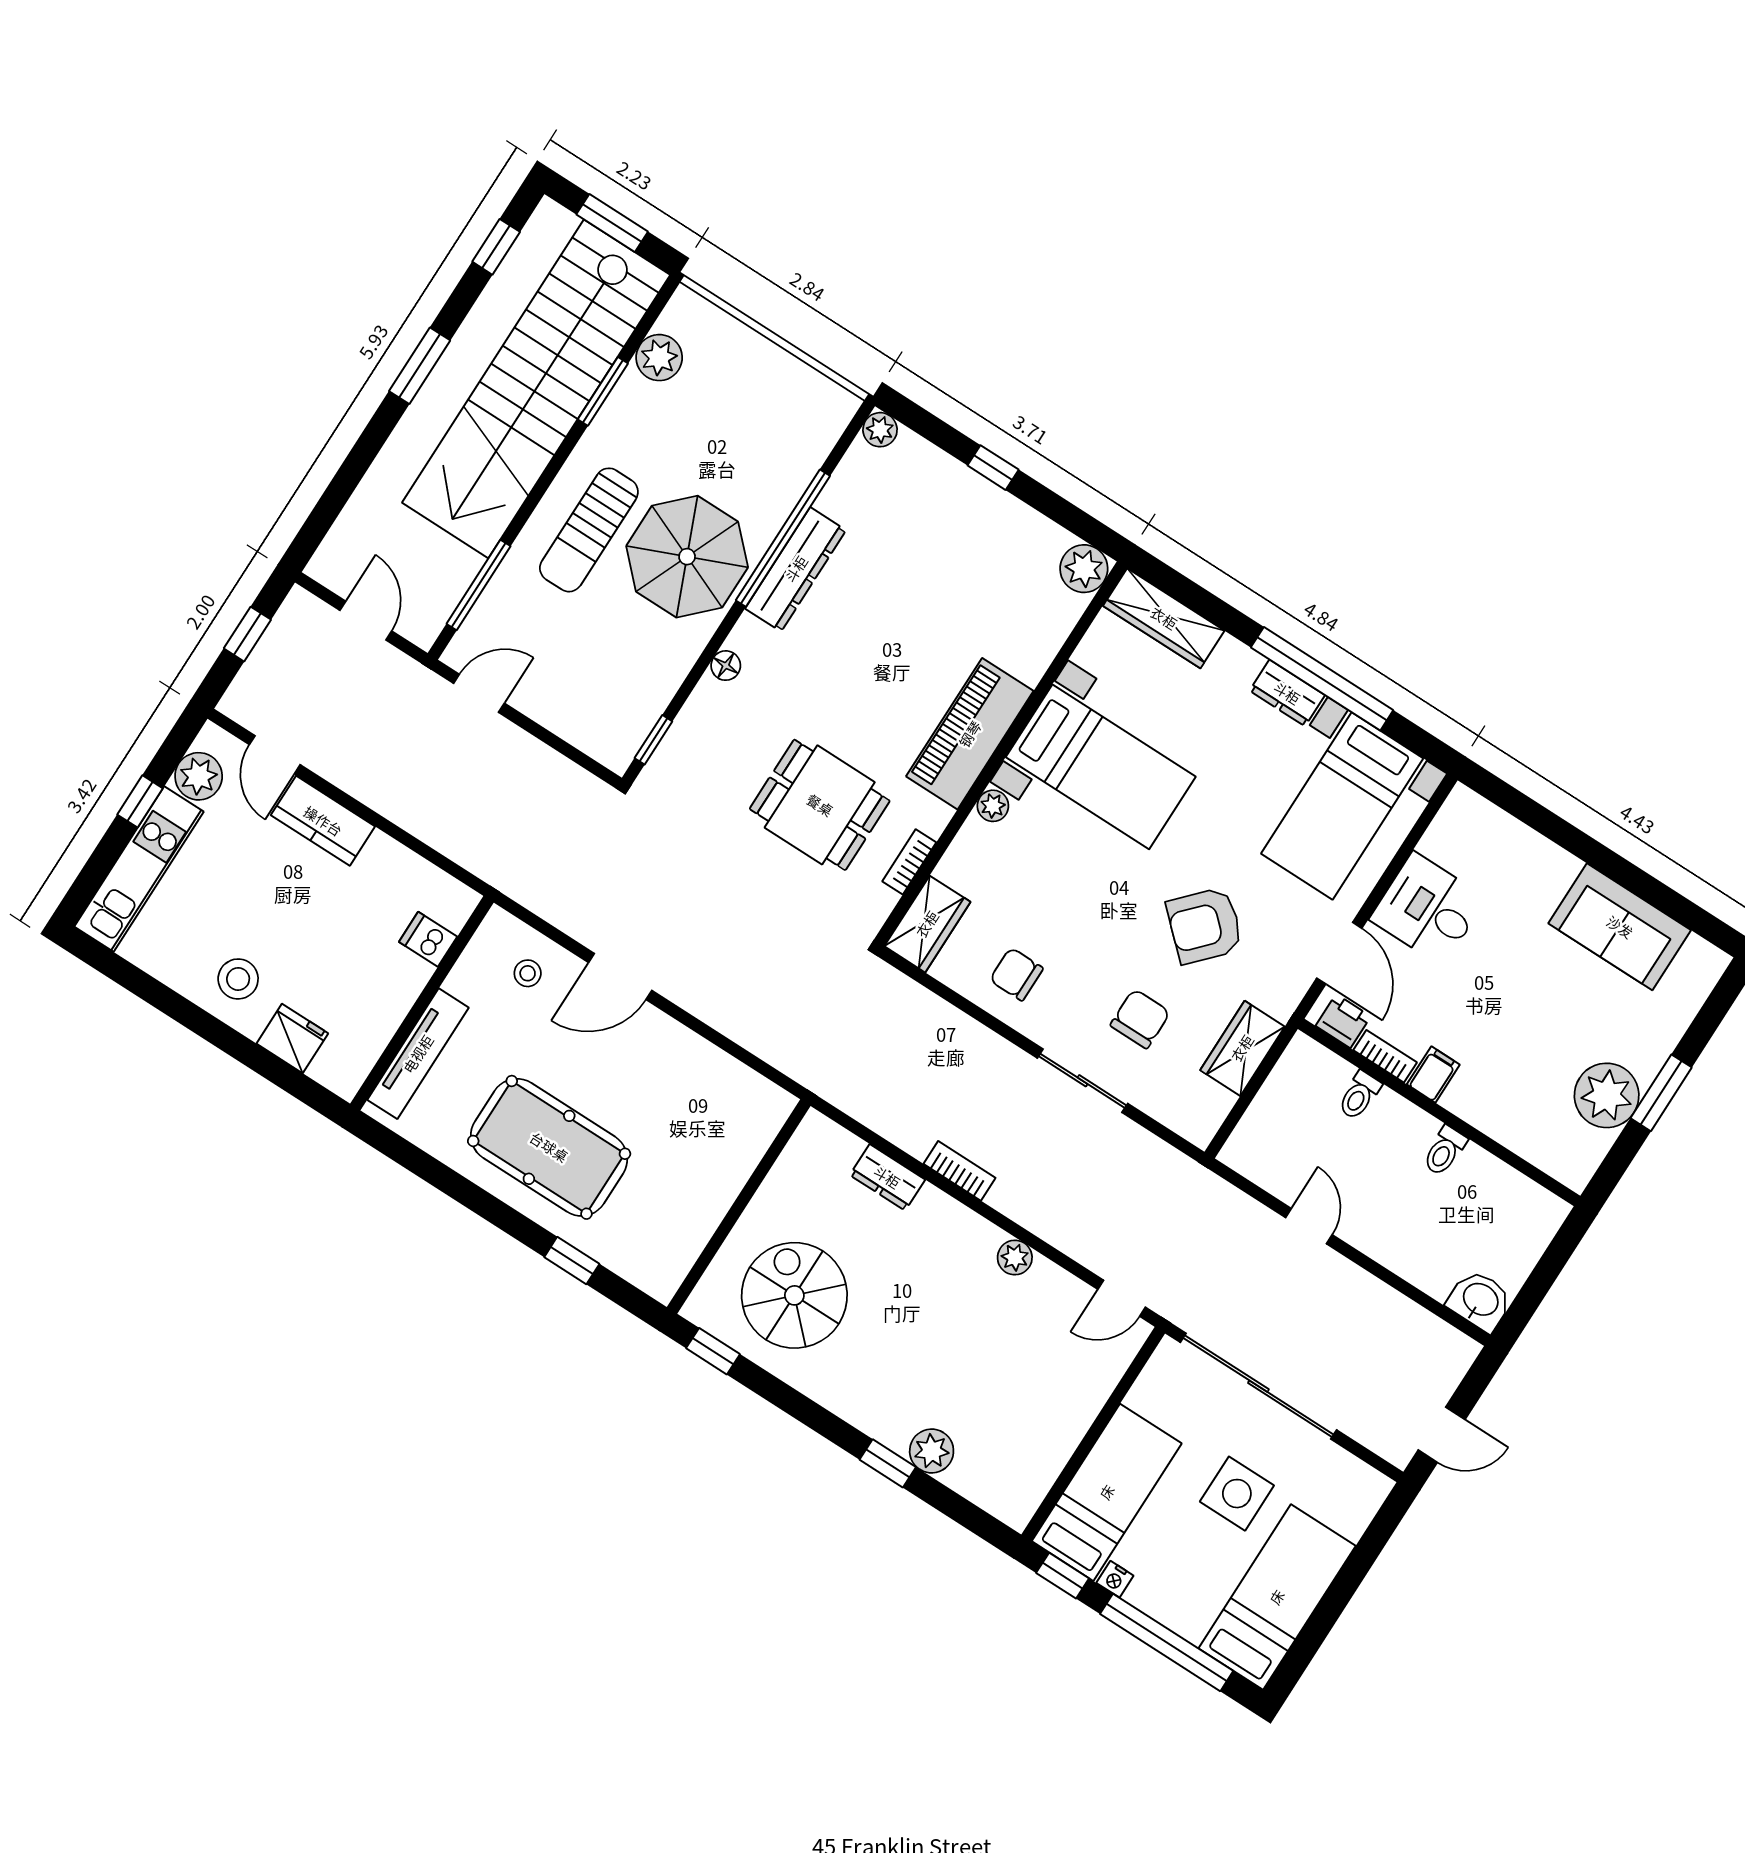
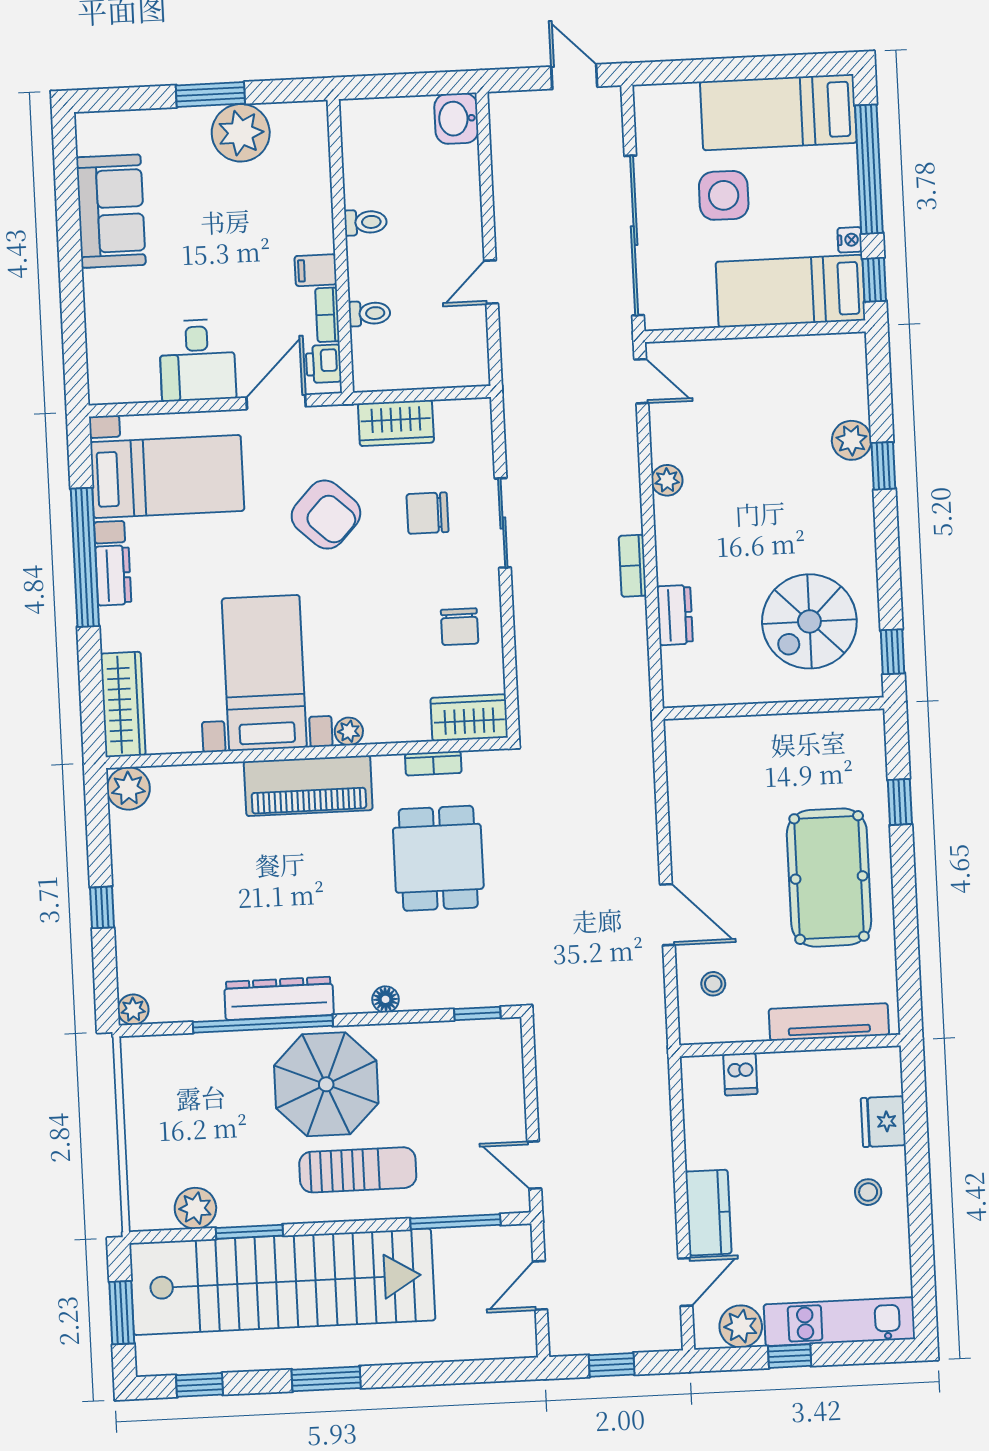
stool: (238, 979) -> (868, 1192), width x0.73, depth x0.73

